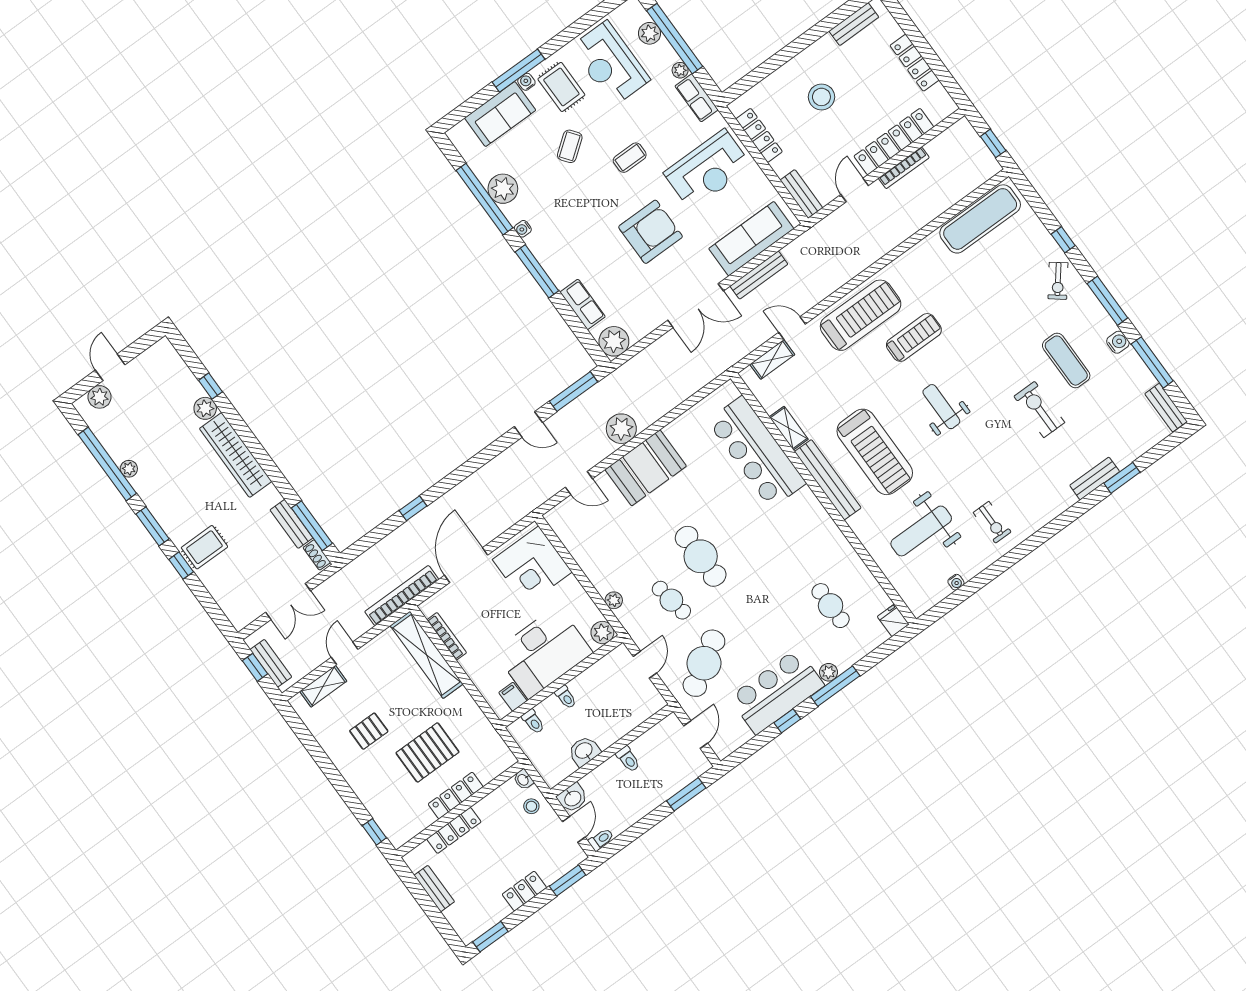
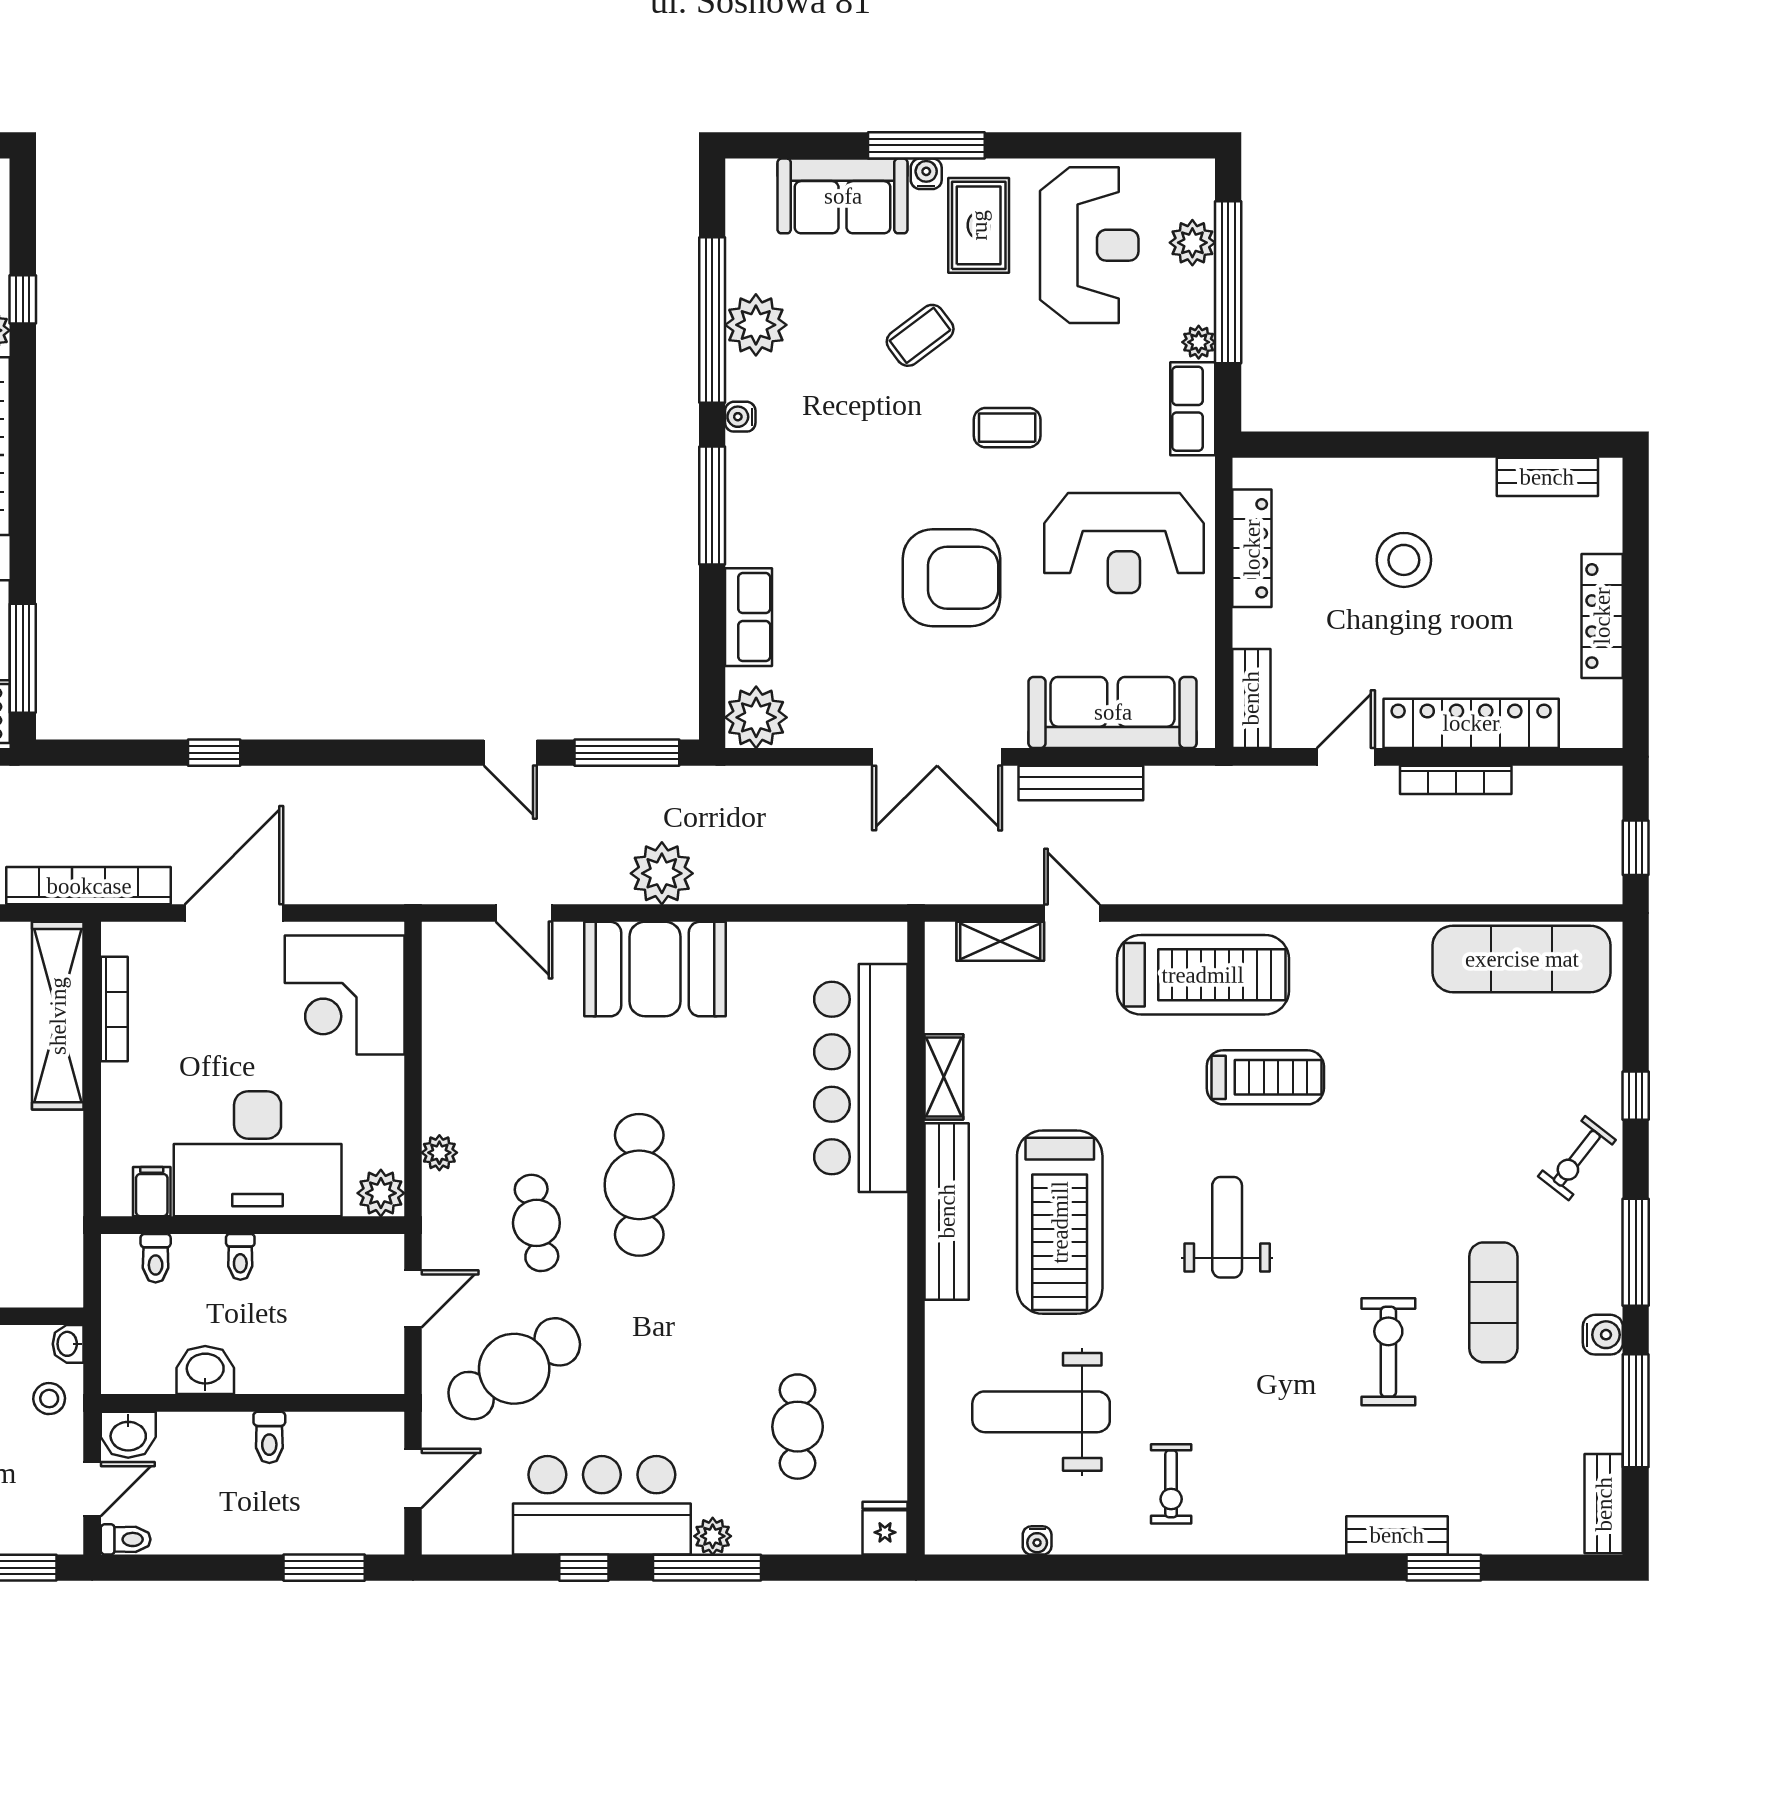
reception desk: (610, 63) -> (1089, 245), turned 180

